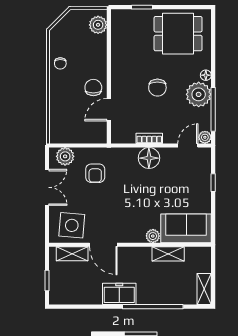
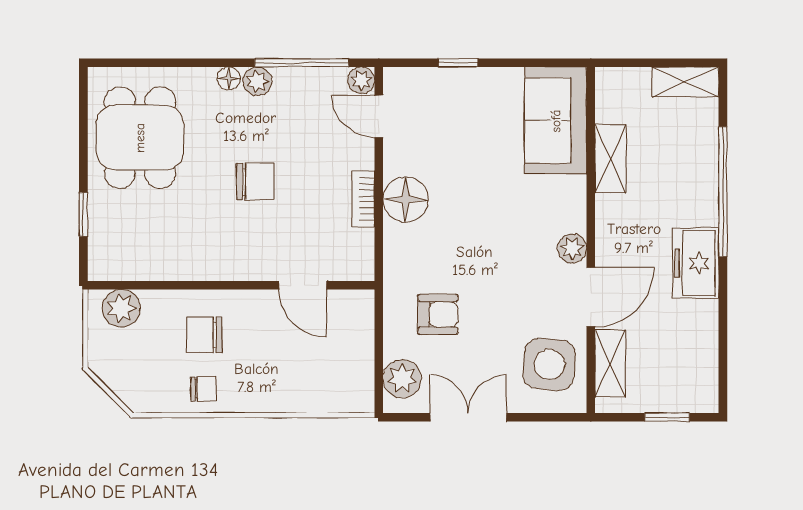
chair: (93, 88) -> (204, 335), moved
plant: (199, 94) -> (257, 81), width x0.53, depth x0.53
plant: (153, 236) -> (572, 248), moved

